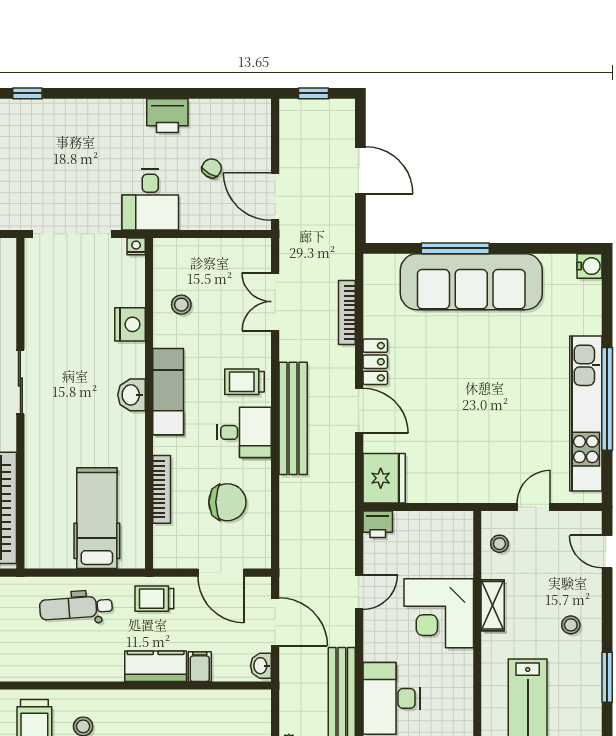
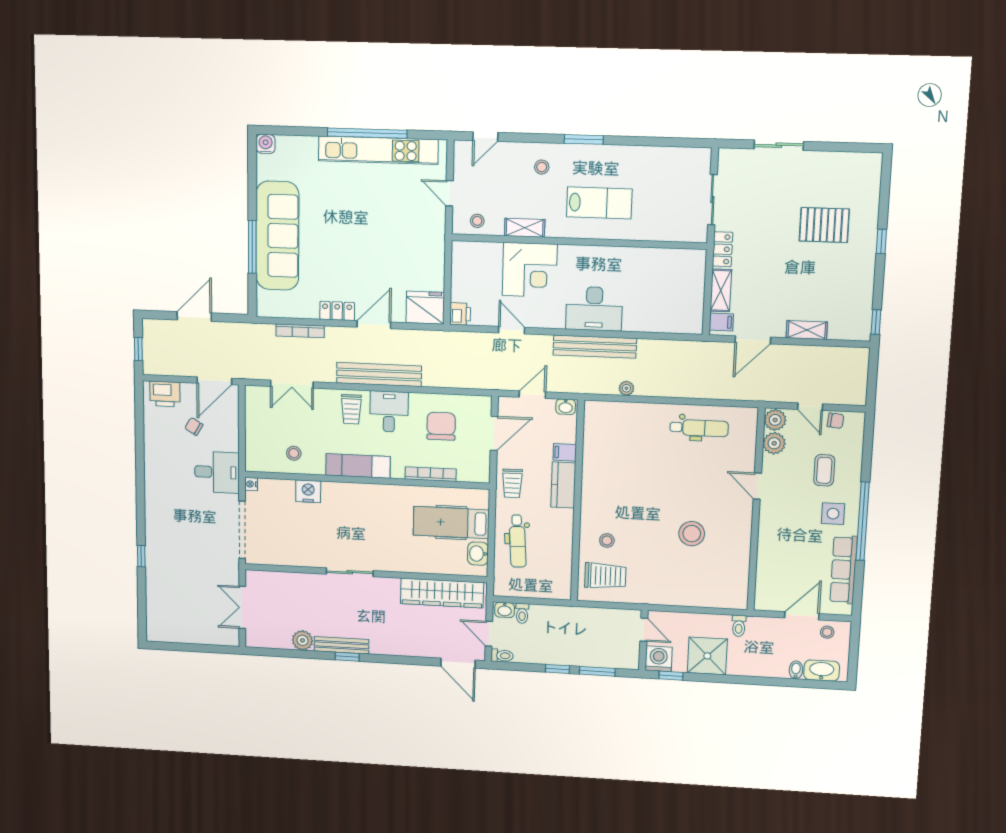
printer: (167, 116) -> (165, 394), moved, turned 90
washbasin: (132, 395) -> (478, 554), moved, turned 90
door: (275, 622) -> (532, 395), width x0.73

